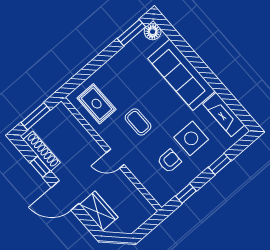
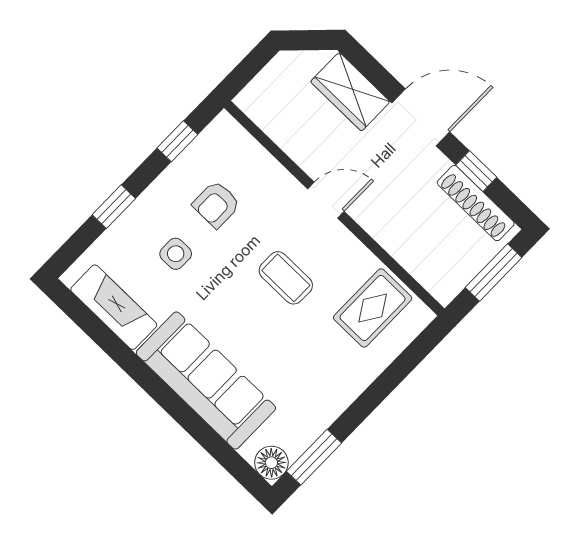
rug: (97, 104) -> (373, 308), turned 90
side table: (191, 138) -> (176, 254), width x0.54, depth x0.54

